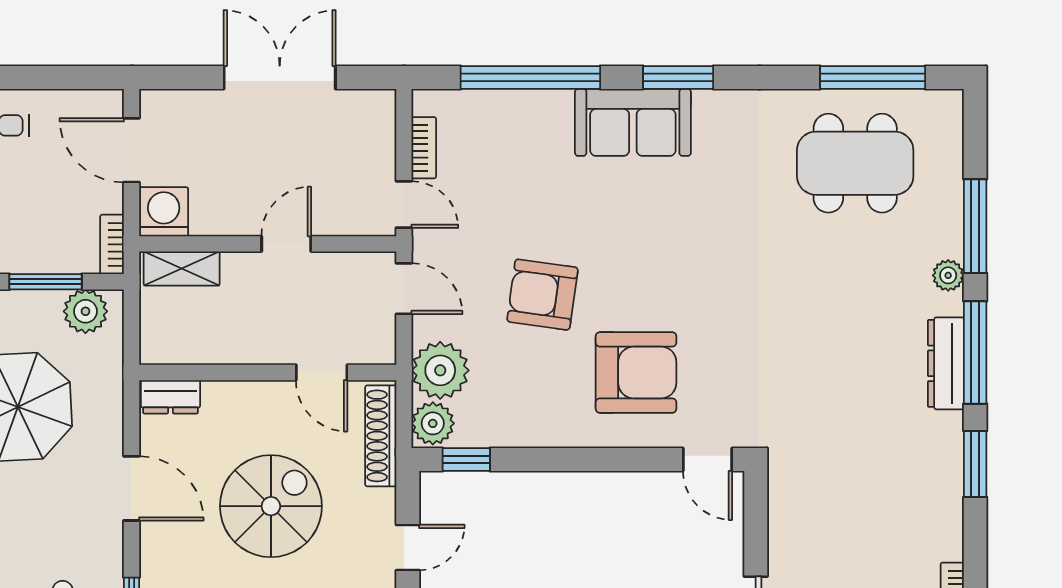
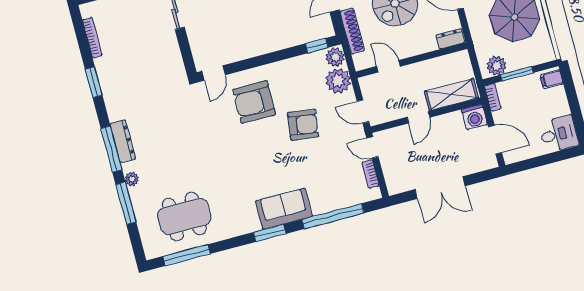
shelving: (182, 269) -> (451, 95), width x1.50, depth x1.33
shoe rack: (381, 436) -> (352, 31), moved
door: (708, 460) -> (214, 73), swing flipped
window: (975, 464) -> (94, 82), moved

